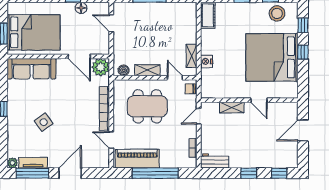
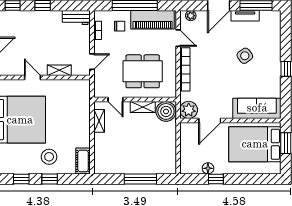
stool: (277, 13) -> (49, 157), moved
door: (111, 23) -> (178, 153), removed
door: (79, 56) -> (210, 120), swing flipped
nightstand: (206, 61) -> (84, 116), removed
boiler: (124, 70) -> (166, 111), width x1.86, depth x1.86
chair: (190, 89) -> (120, 26), moved
plant: (12, 163) -> (191, 16), moved
tv unit: (33, 163) -> (245, 16), moved

